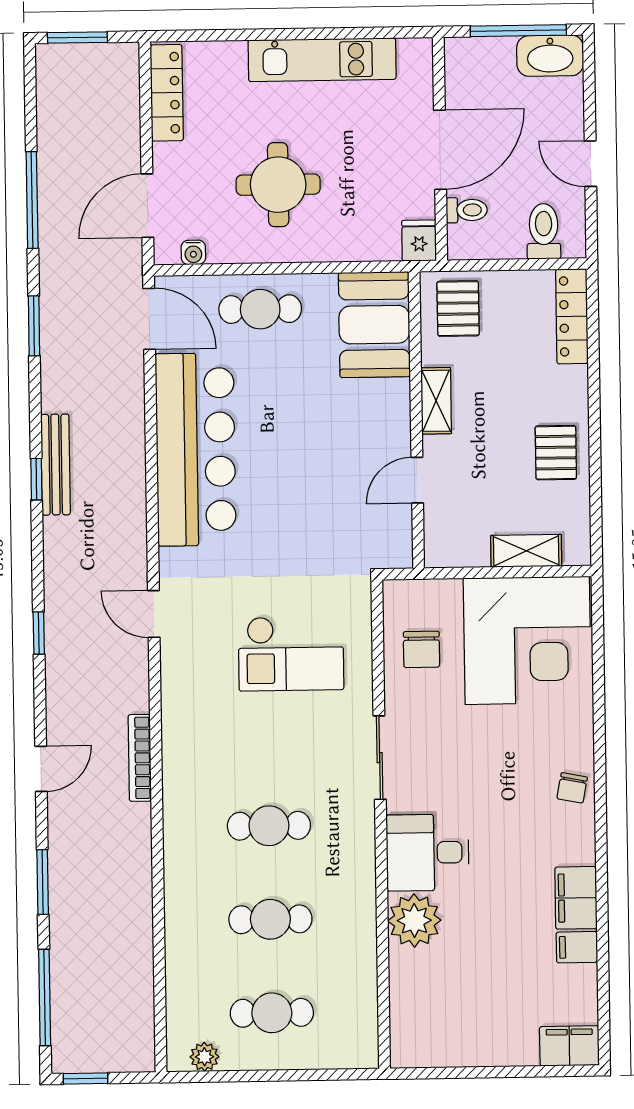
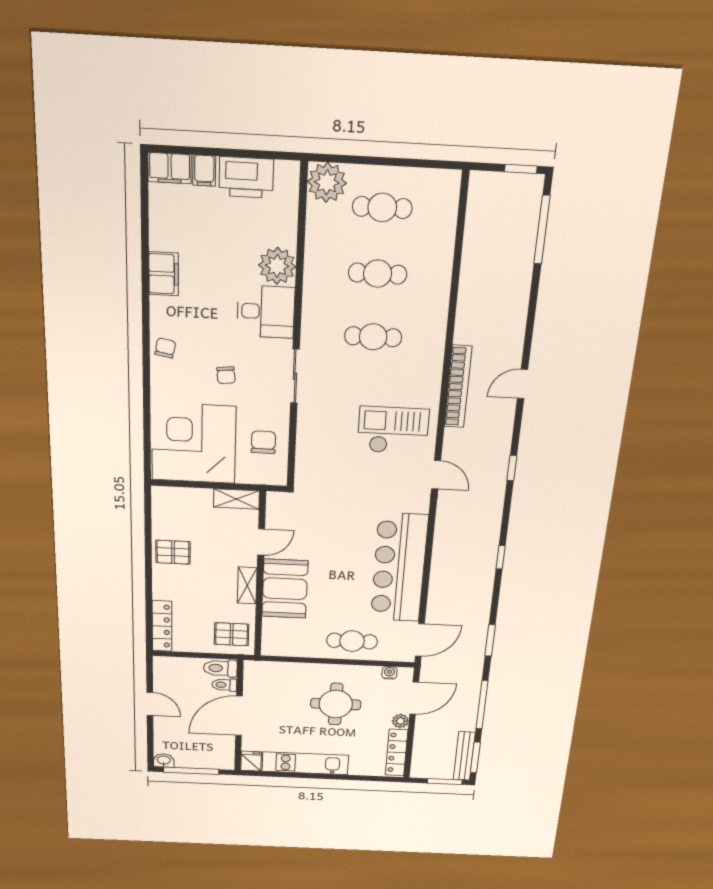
washbasin: (550, 56) -> (164, 760), width x0.52, depth x0.69
plant: (166, 158) -> (400, 721), added
toilet: (544, 231) -> (220, 668), moved, turned 90
fridge: (419, 241) -> (251, 761), moved, turned 180
pallet: (458, 309) -> (232, 634), turned 90
door: (149, 319) -> (420, 640), swing flipped
booth: (374, 325) -> (285, 589), moved
pallet: (556, 453) -> (173, 552), turned 90
bench: (56, 465) -> (464, 756), moved
shelving: (526, 551) -> (236, 499), moved
checkout: (291, 654) -> (393, 430), moved
chair: (482, 752) -> (226, 375), added
bookcase: (140, 758) -> (458, 387), width x1.48, depth x1.31
window: (43, 882) -> (475, 758), moved
filing cabinet: (577, 947) -> (204, 171), moved, turned 90
printer: (463, 1041) -> (246, 177), added
plant: (204, 1057) -> (327, 182), moved, width x1.87, depth x1.87

